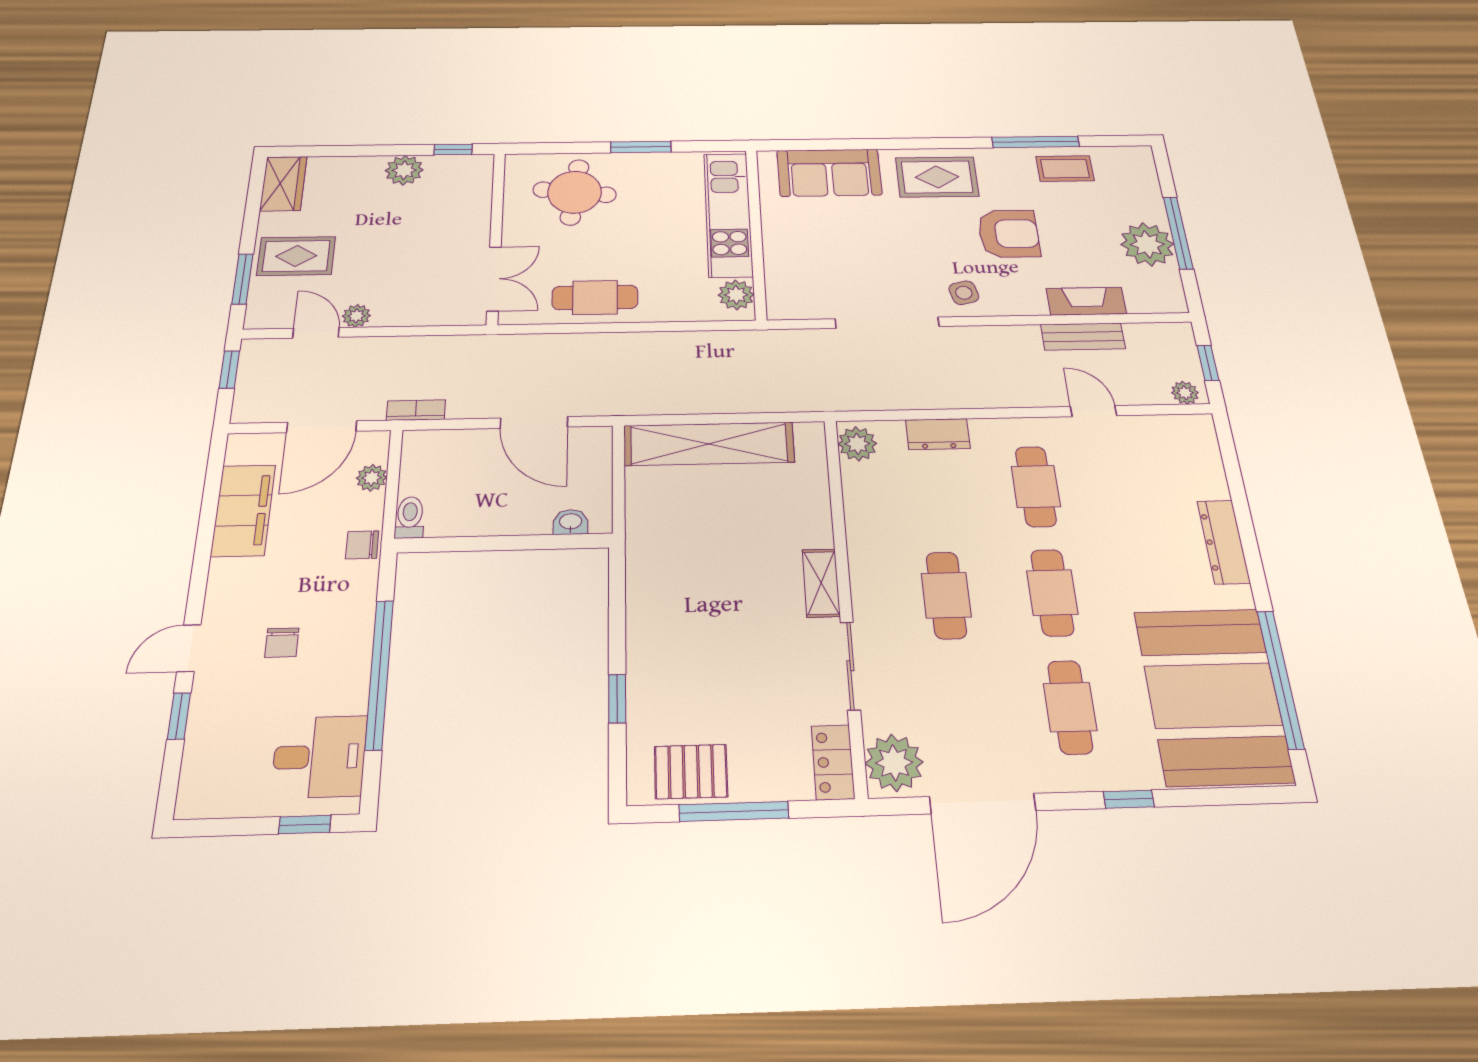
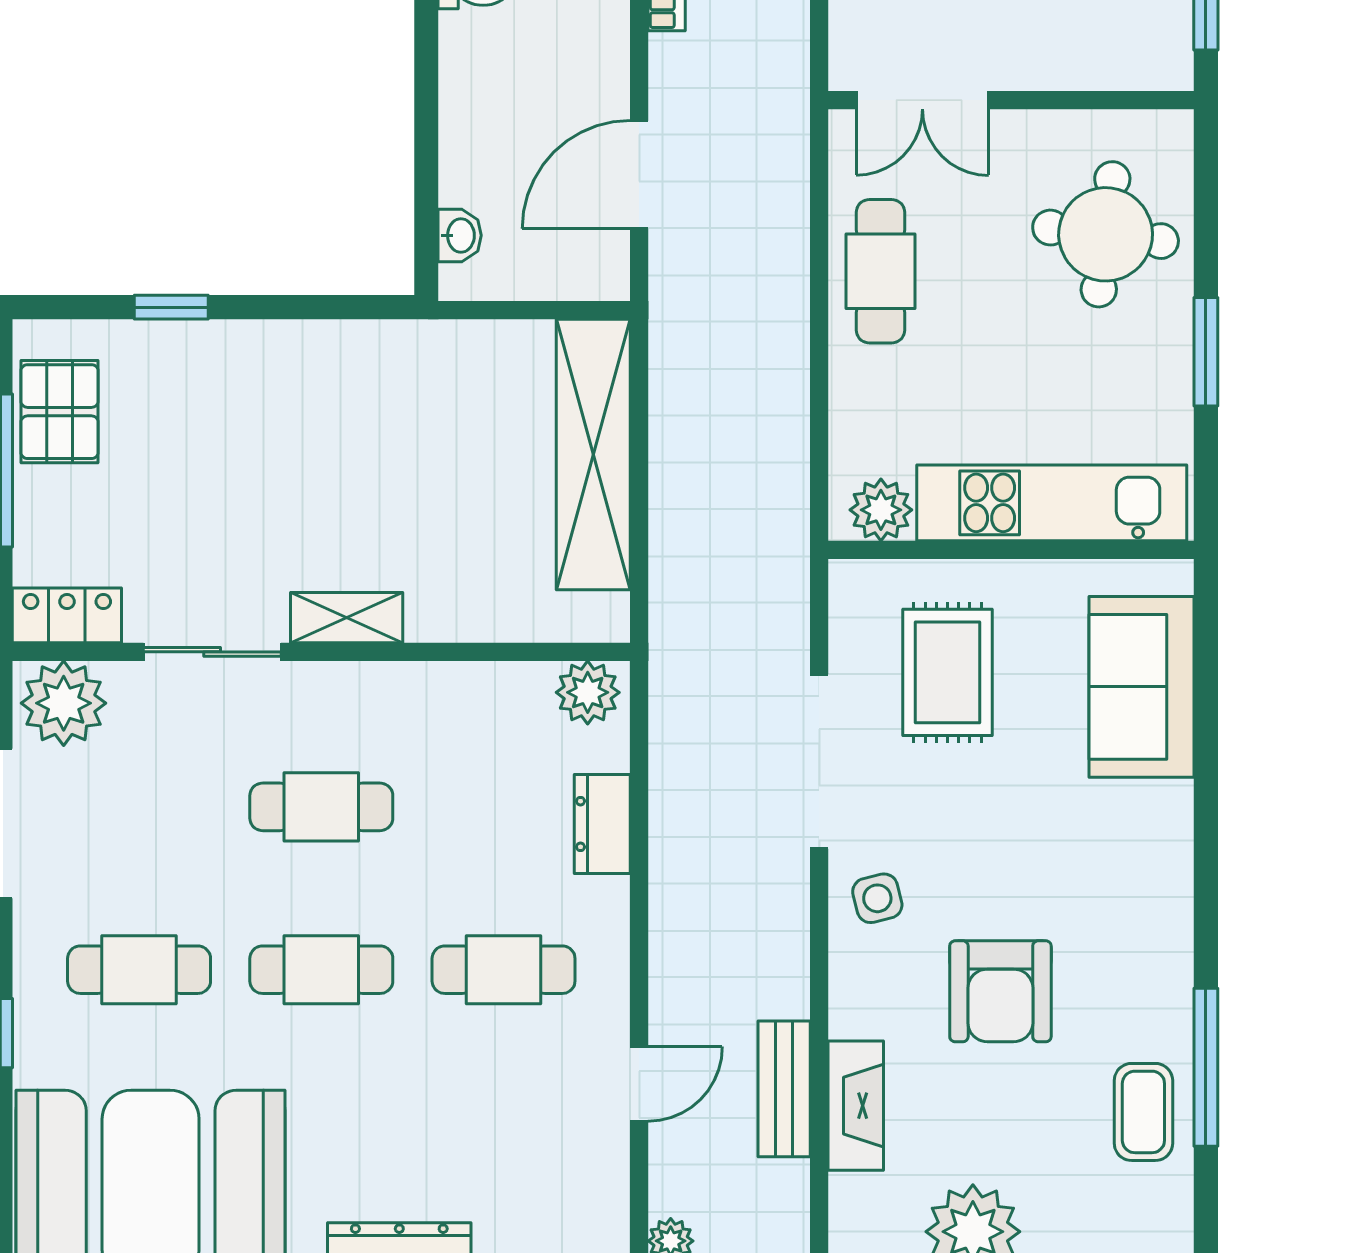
rug: (937, 177) -> (948, 672), moved

